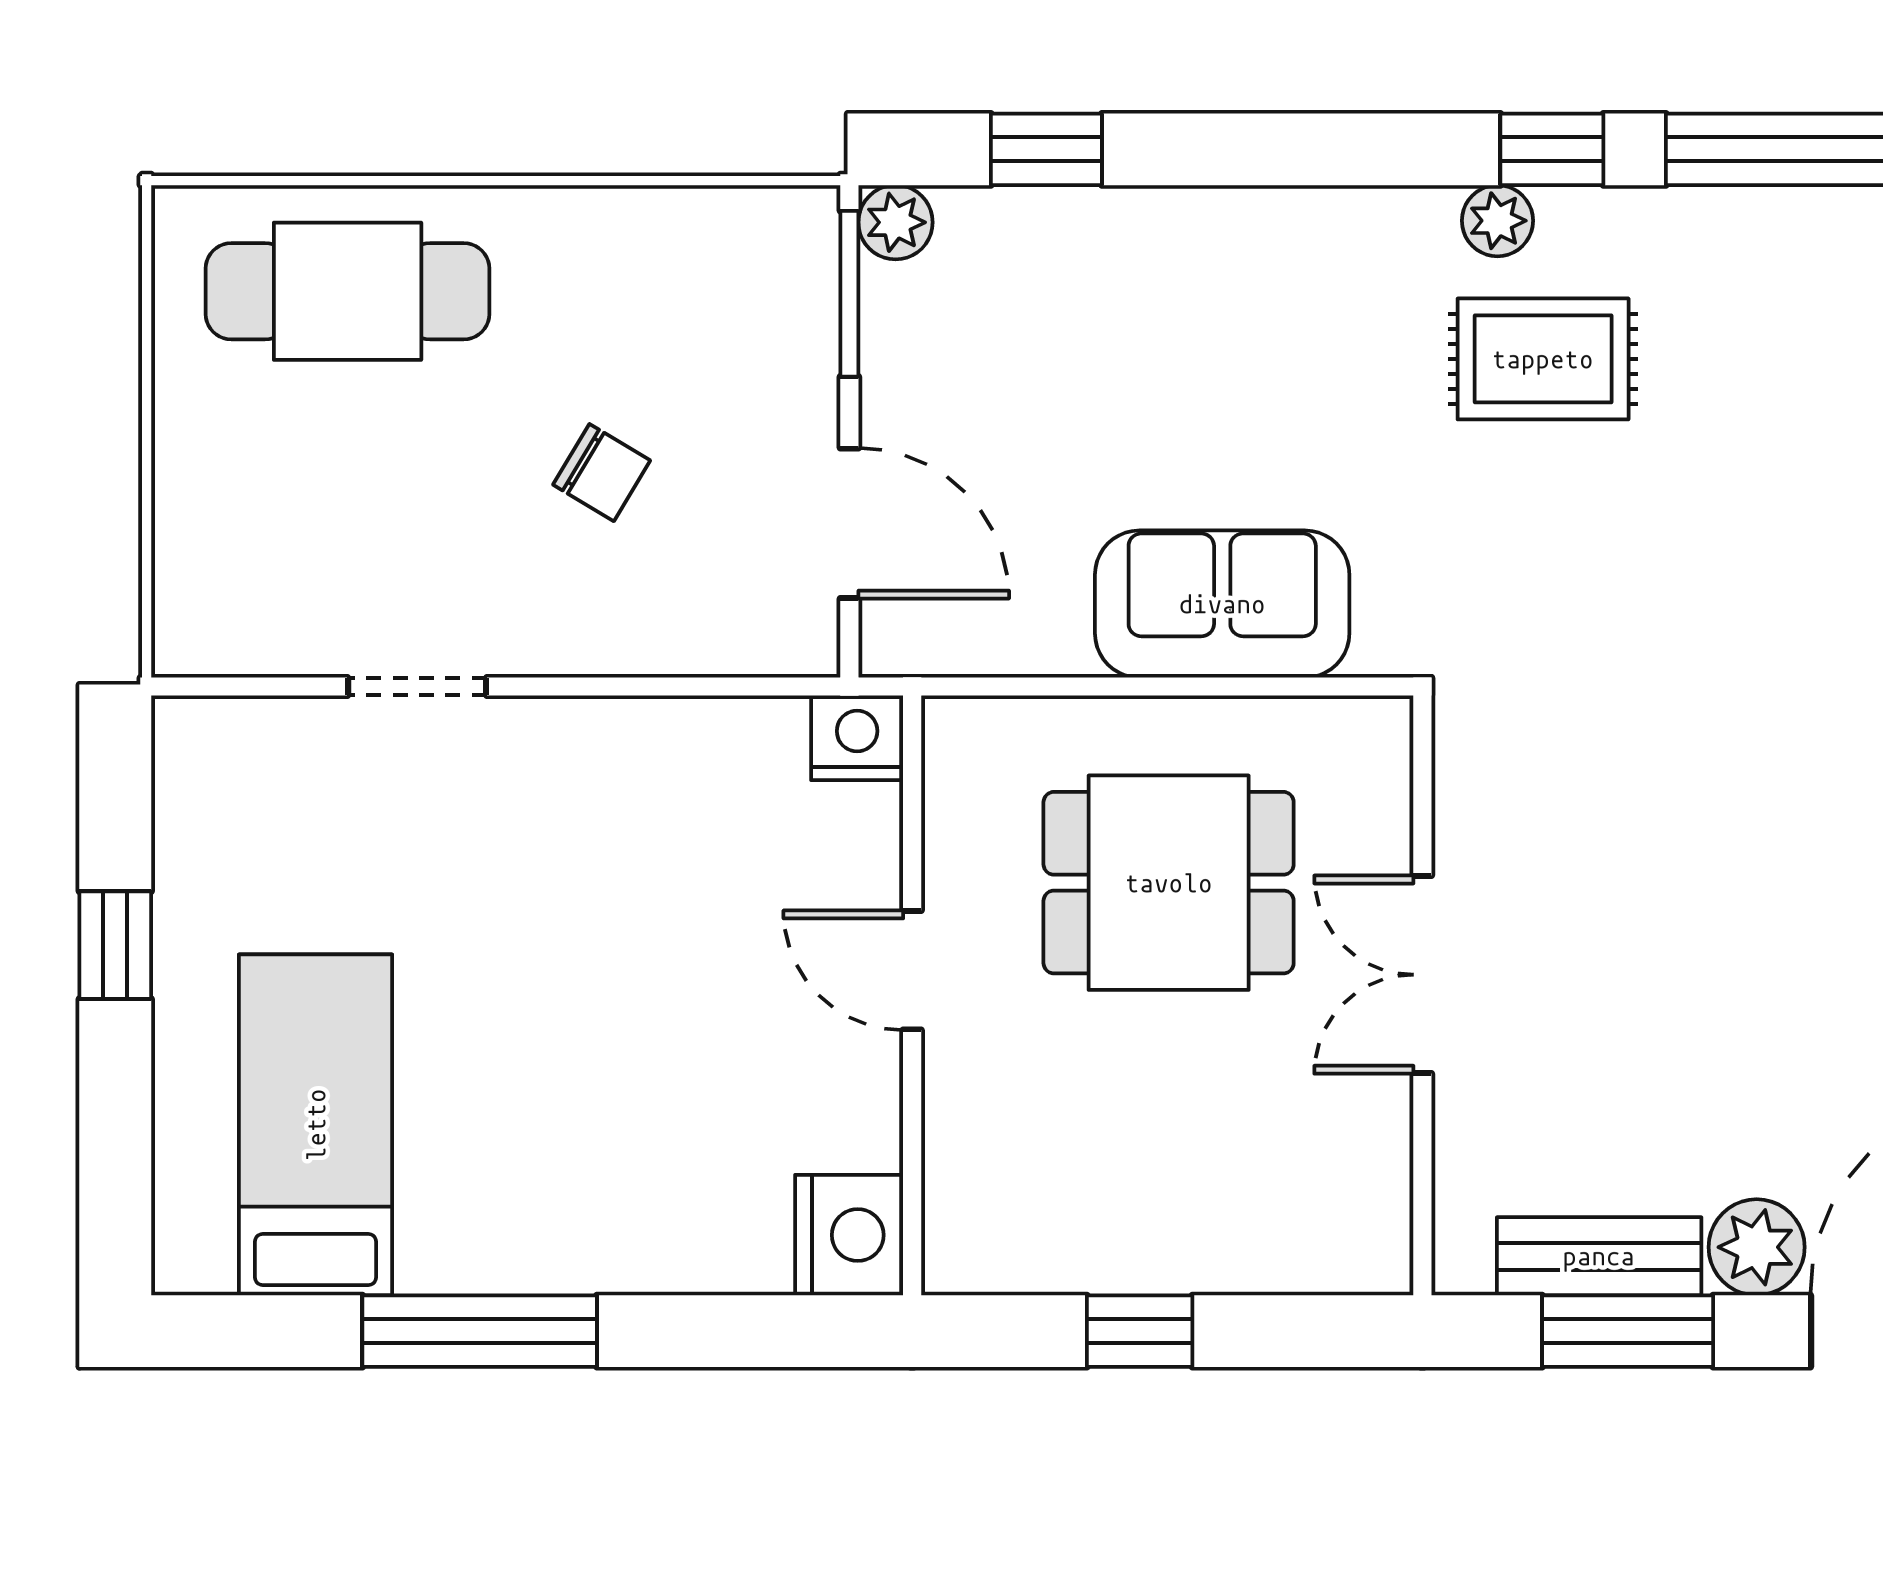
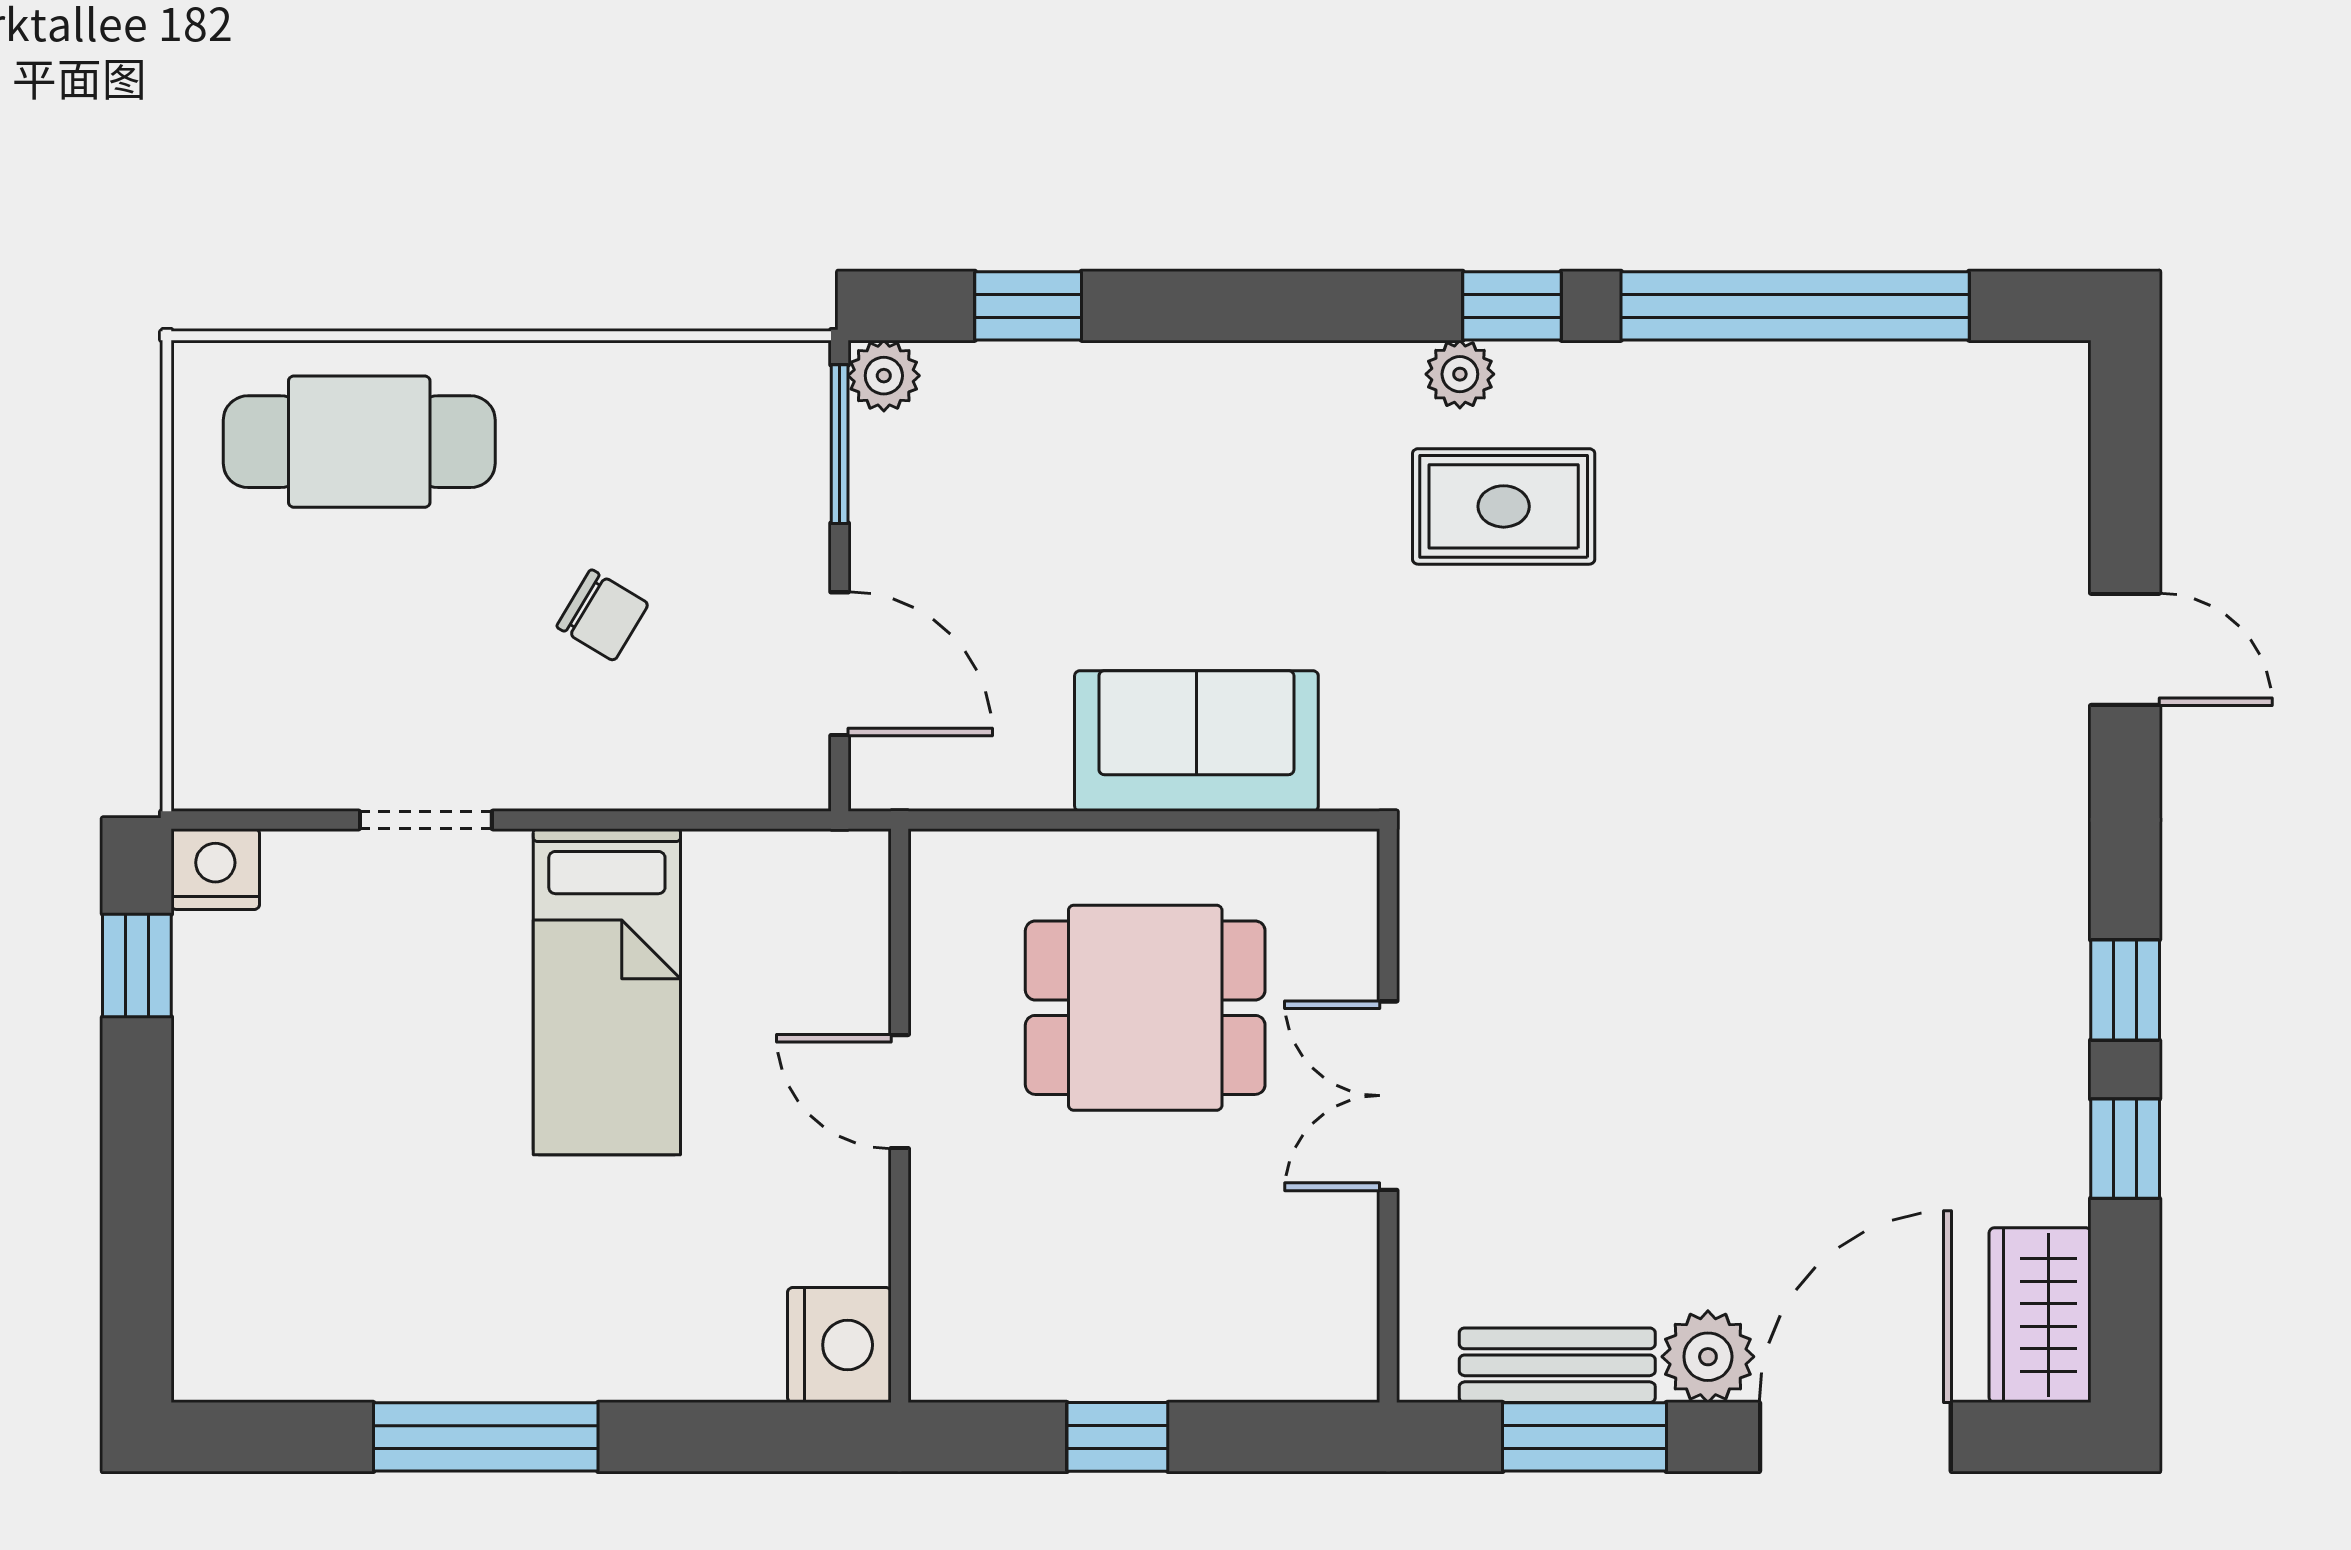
nightstand: (857, 738) -> (215, 869), moved
window: (115, 945) -> (137, 966), moved
bed: (316, 1125) -> (607, 992), moved, turned 180

